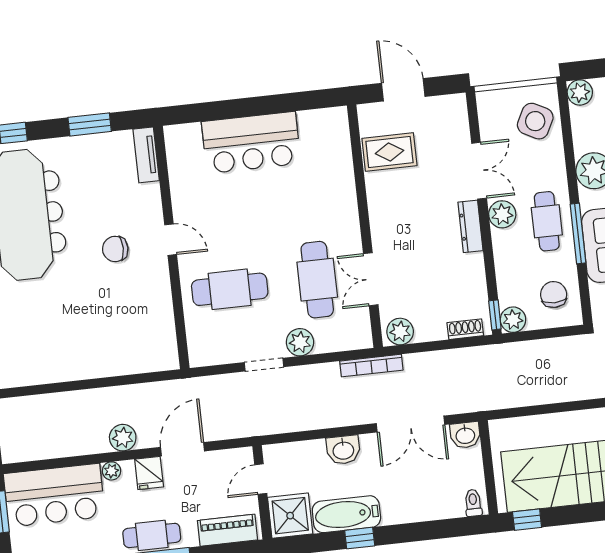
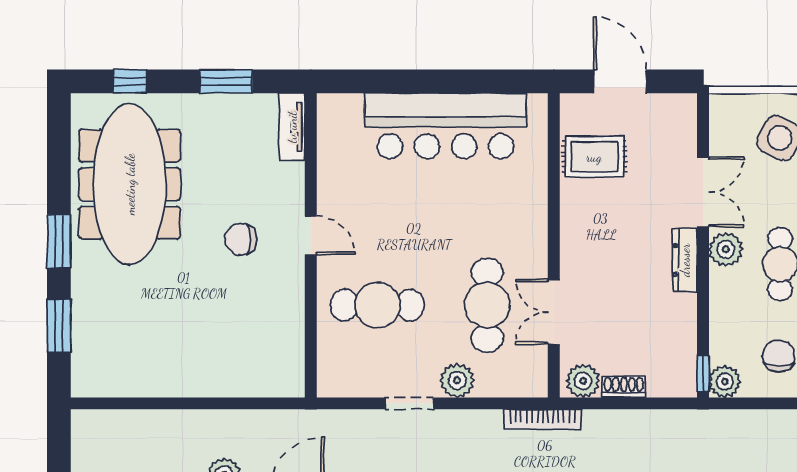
bar counter: (251, 143) -> (446, 126), width x1.36
shoe rack: (465, 329) -> (624, 387), moved

